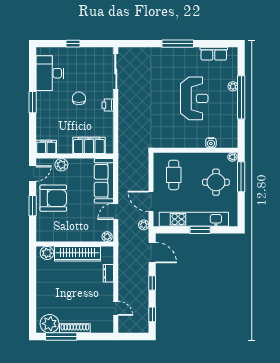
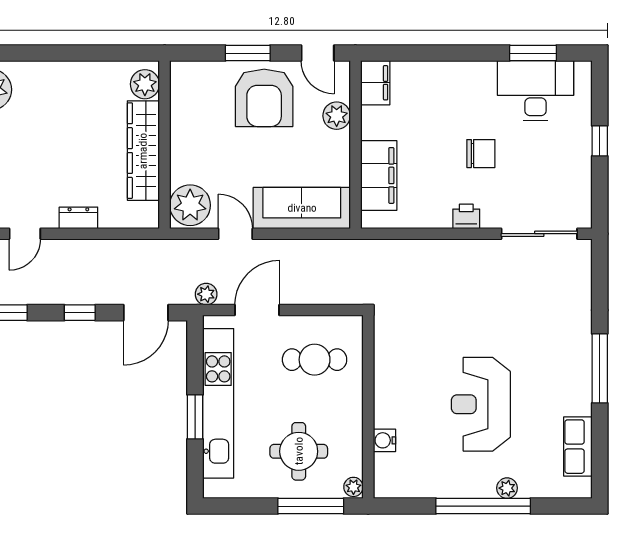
reception desk: (194, 98) -> (481, 404), turned 90
window: (33, 102) -> (533, 53), moved
plant: (107, 237) -> (190, 205), width x1.88, depth x1.88
dresser: (108, 273) -> (78, 218), moved

